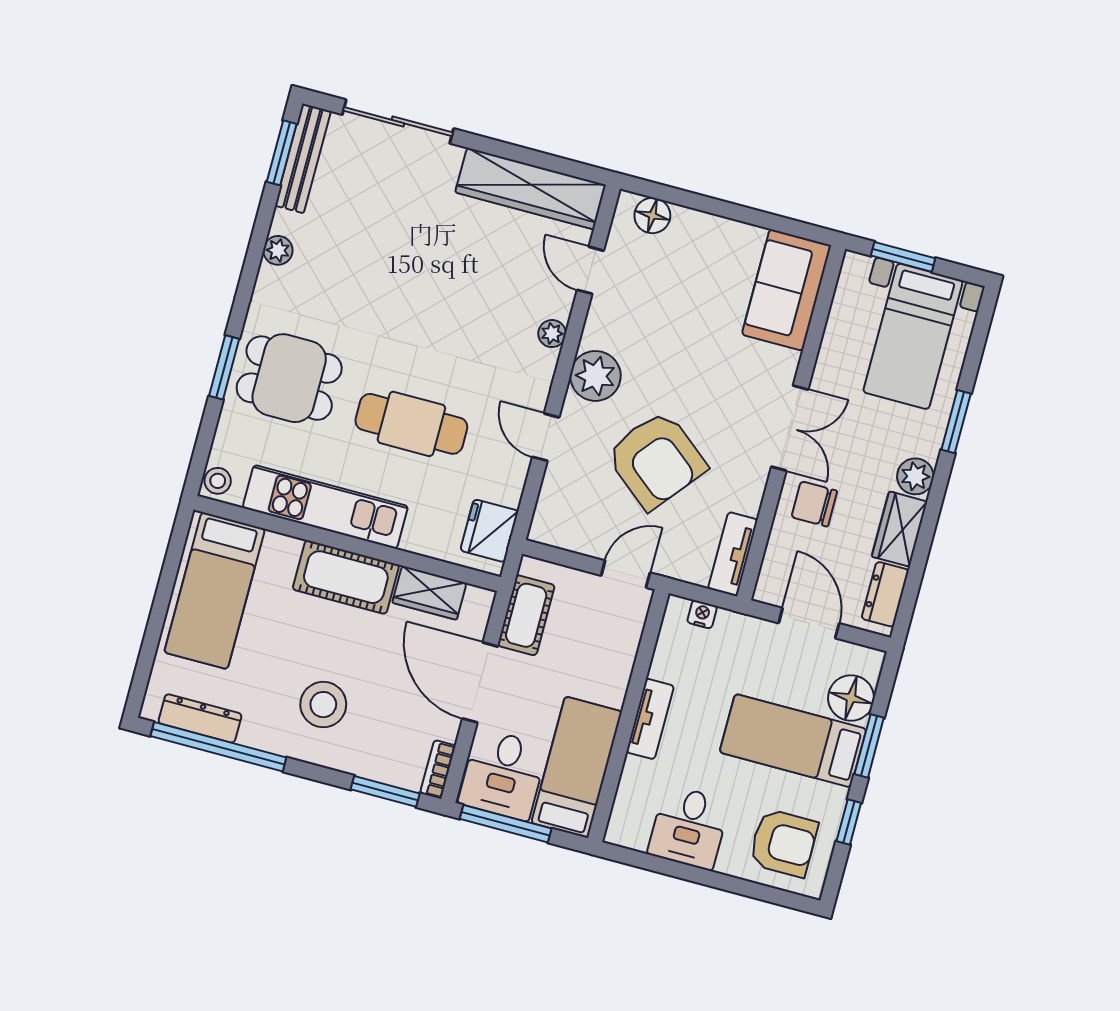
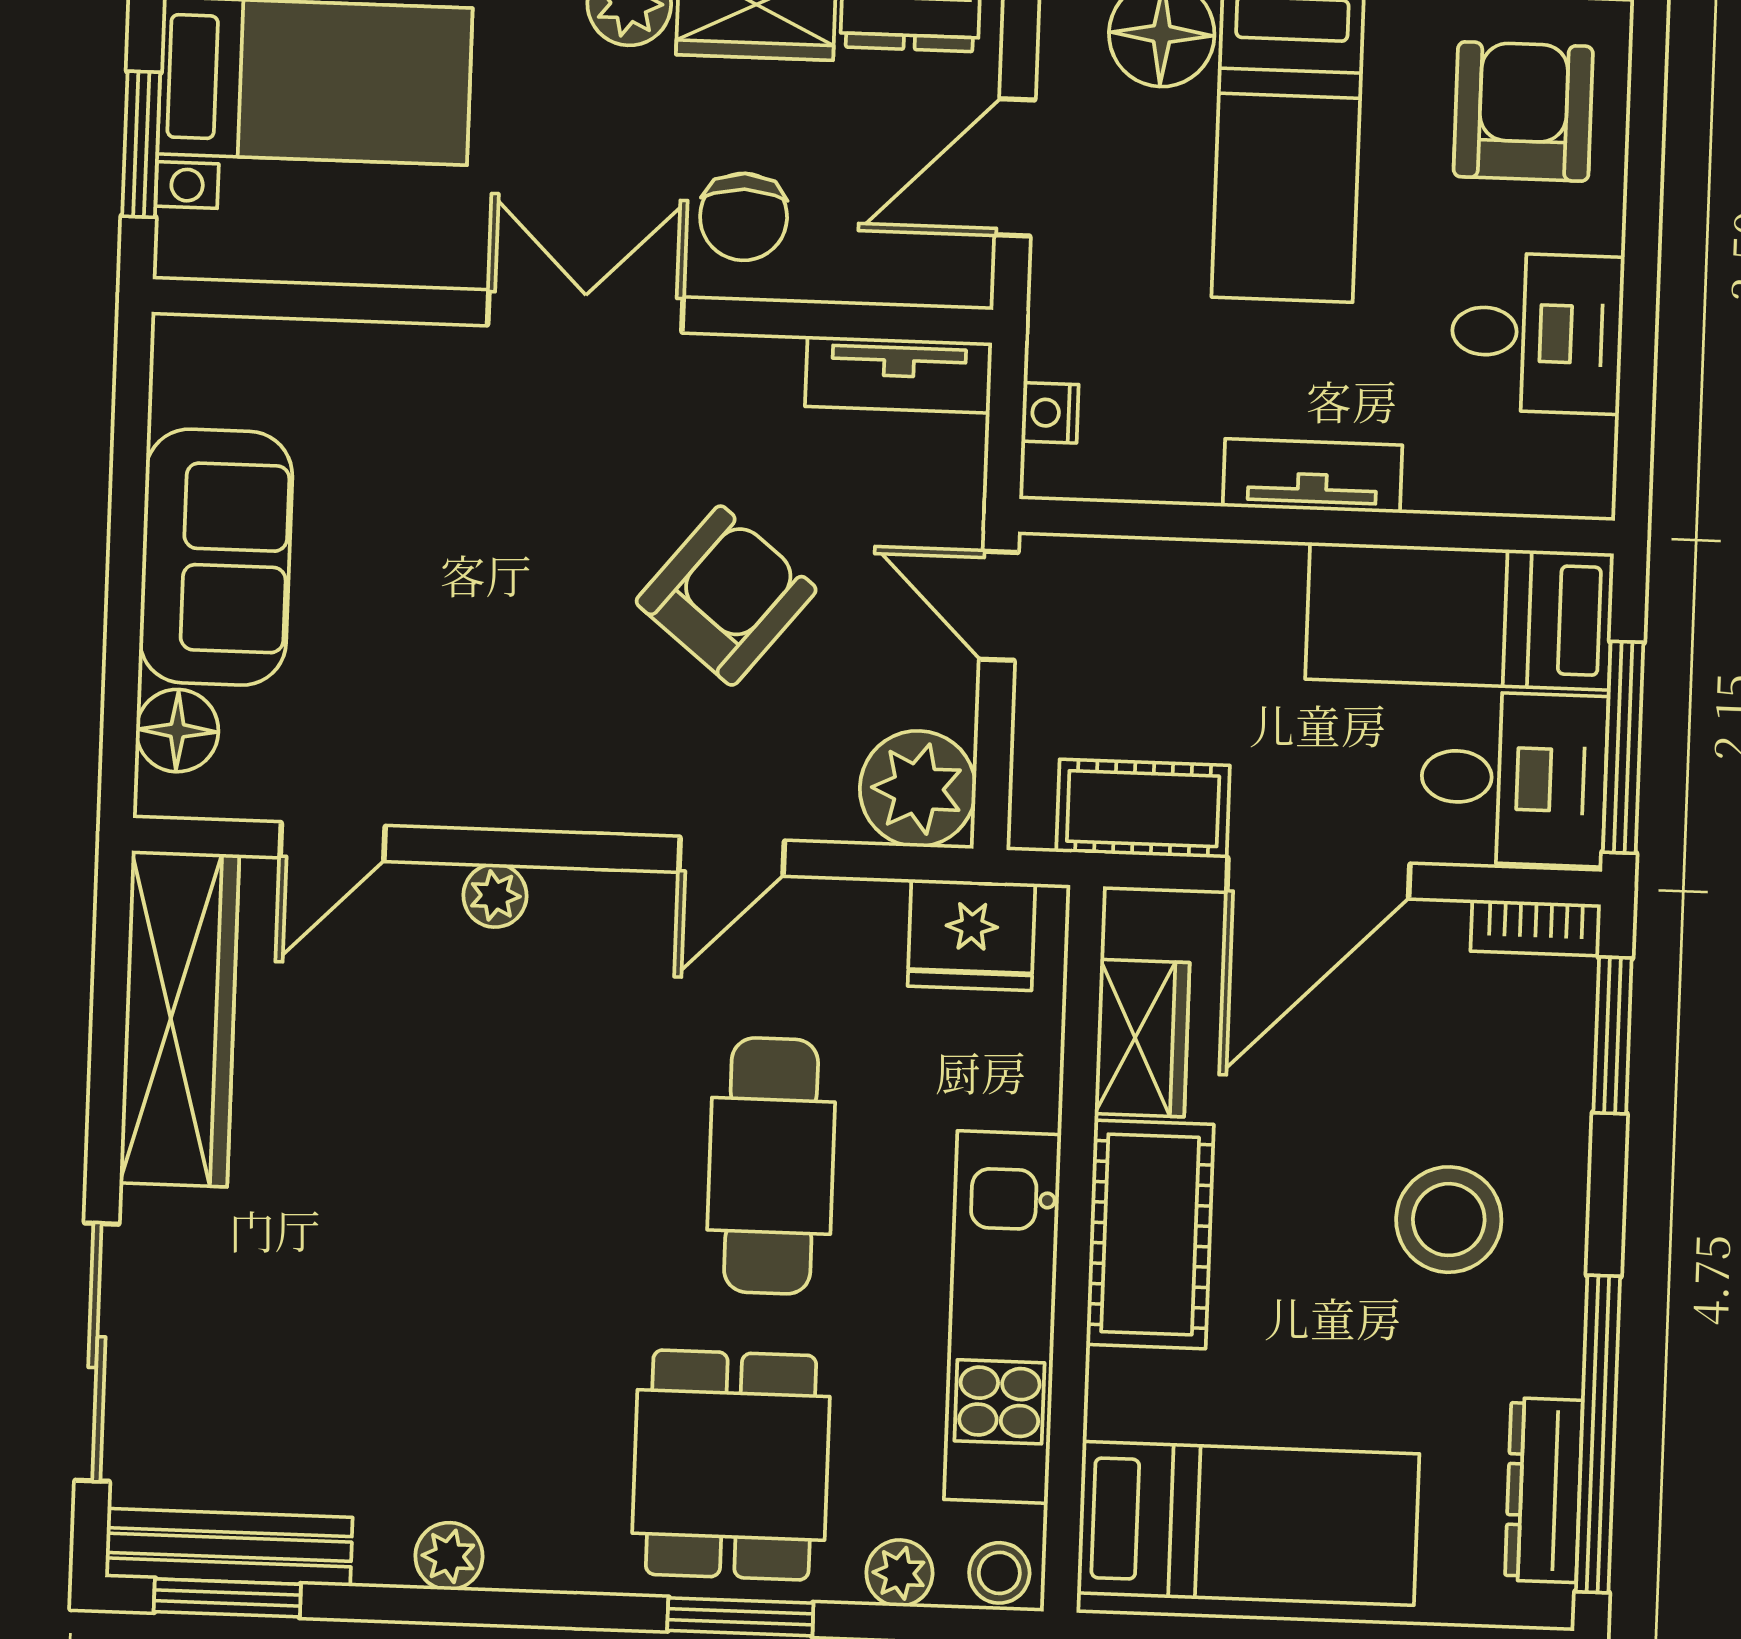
sofa: (787, 290) -> (216, 557), moved, turned -90
plant: (595, 376) -> (918, 789), moved
plant: (227, 439) -> (899, 1573), added
armchair: (656, 460) -> (726, 596), width x0.73, depth x0.73

